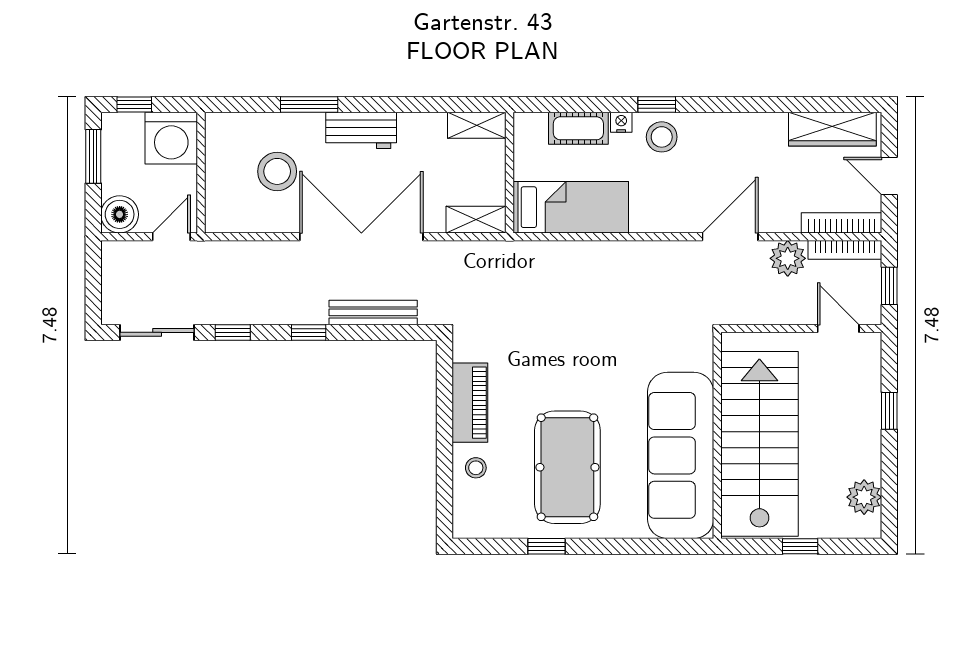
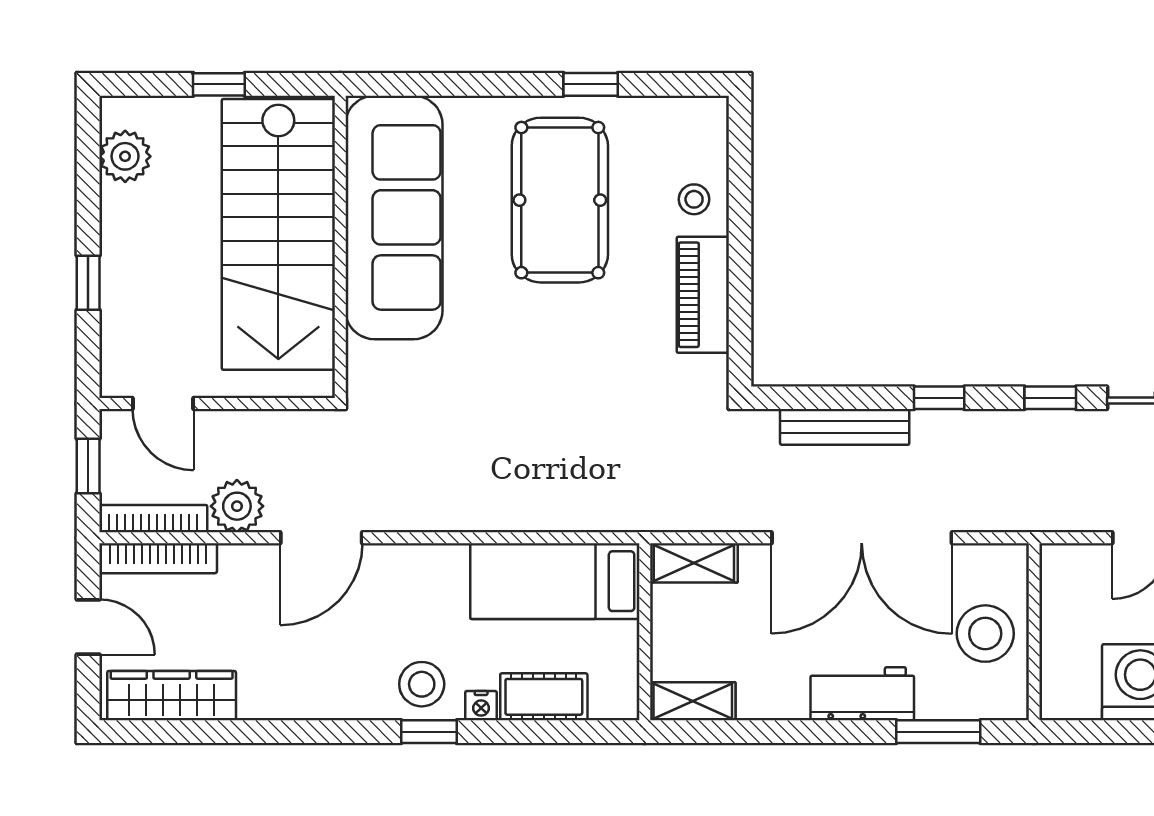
wall: (201, 173) -> (1034, 632), moved

